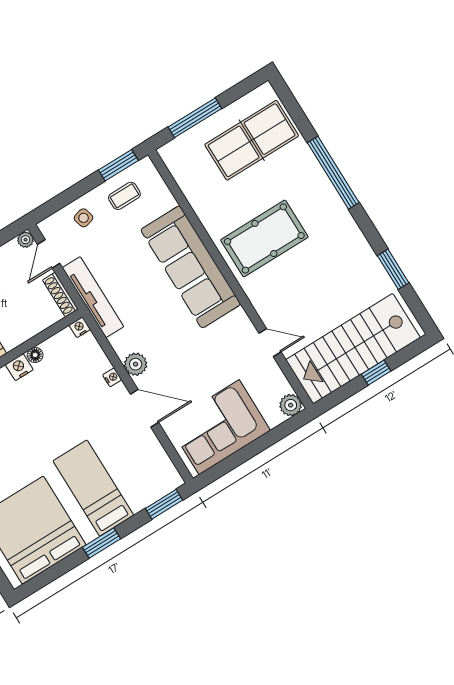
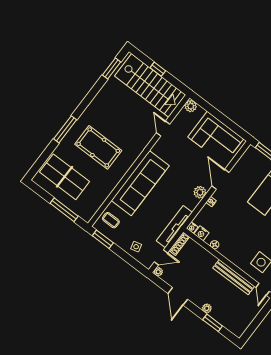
window: (333, 173) -> (65, 129), width x0.68
coffee table: (124, 196) -> (111, 220), moved
pool table: (264, 238) -> (98, 147), moved
window: (393, 269) -> (112, 68), moved
nightstand: (19, 367) -> (201, 233), moved

